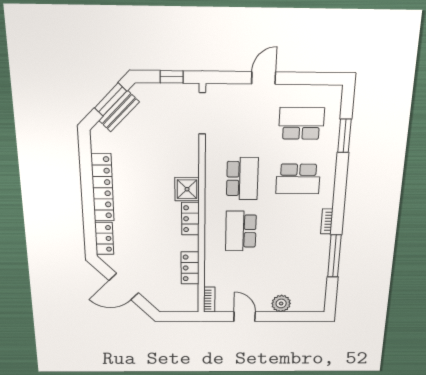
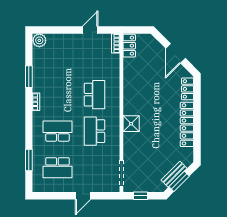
locker: (190, 219) -> (129, 103), removed
window: (334, 256) -> (29, 77), width x0.69
locker: (190, 268) -> (129, 46), moved
door: (124, 287) -> (176, 53), swing flipped
plant: (281, 303) -> (39, 40), moved
door: (245, 317) -> (90, 30), swing flipped

